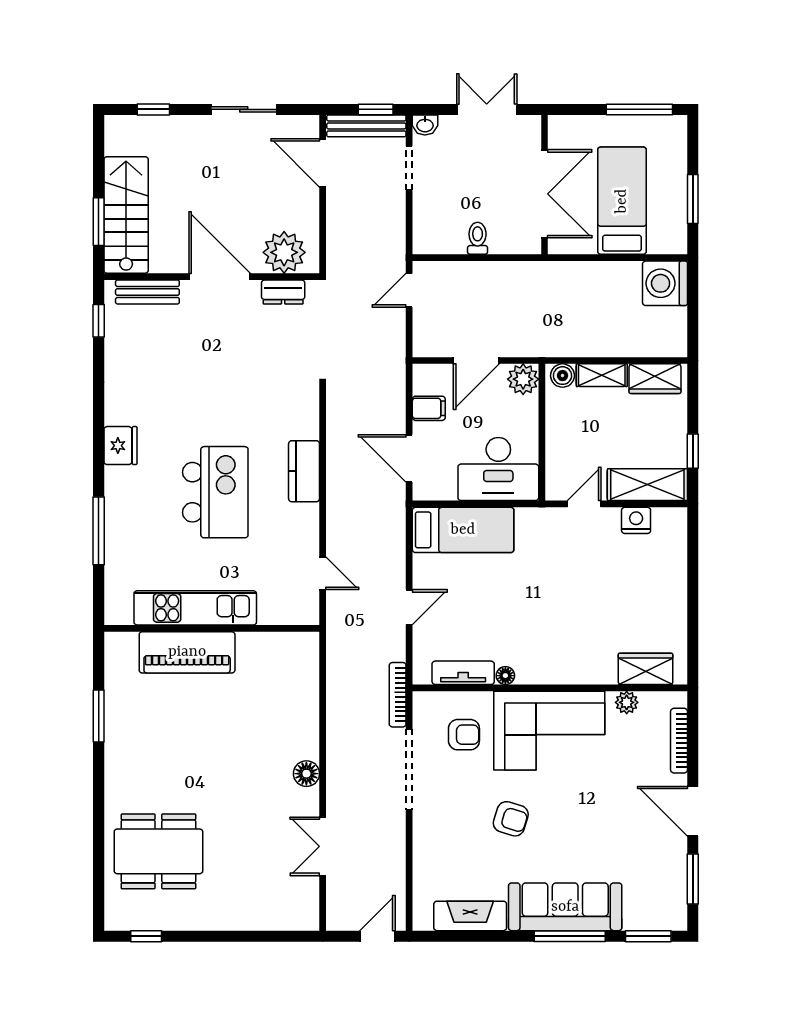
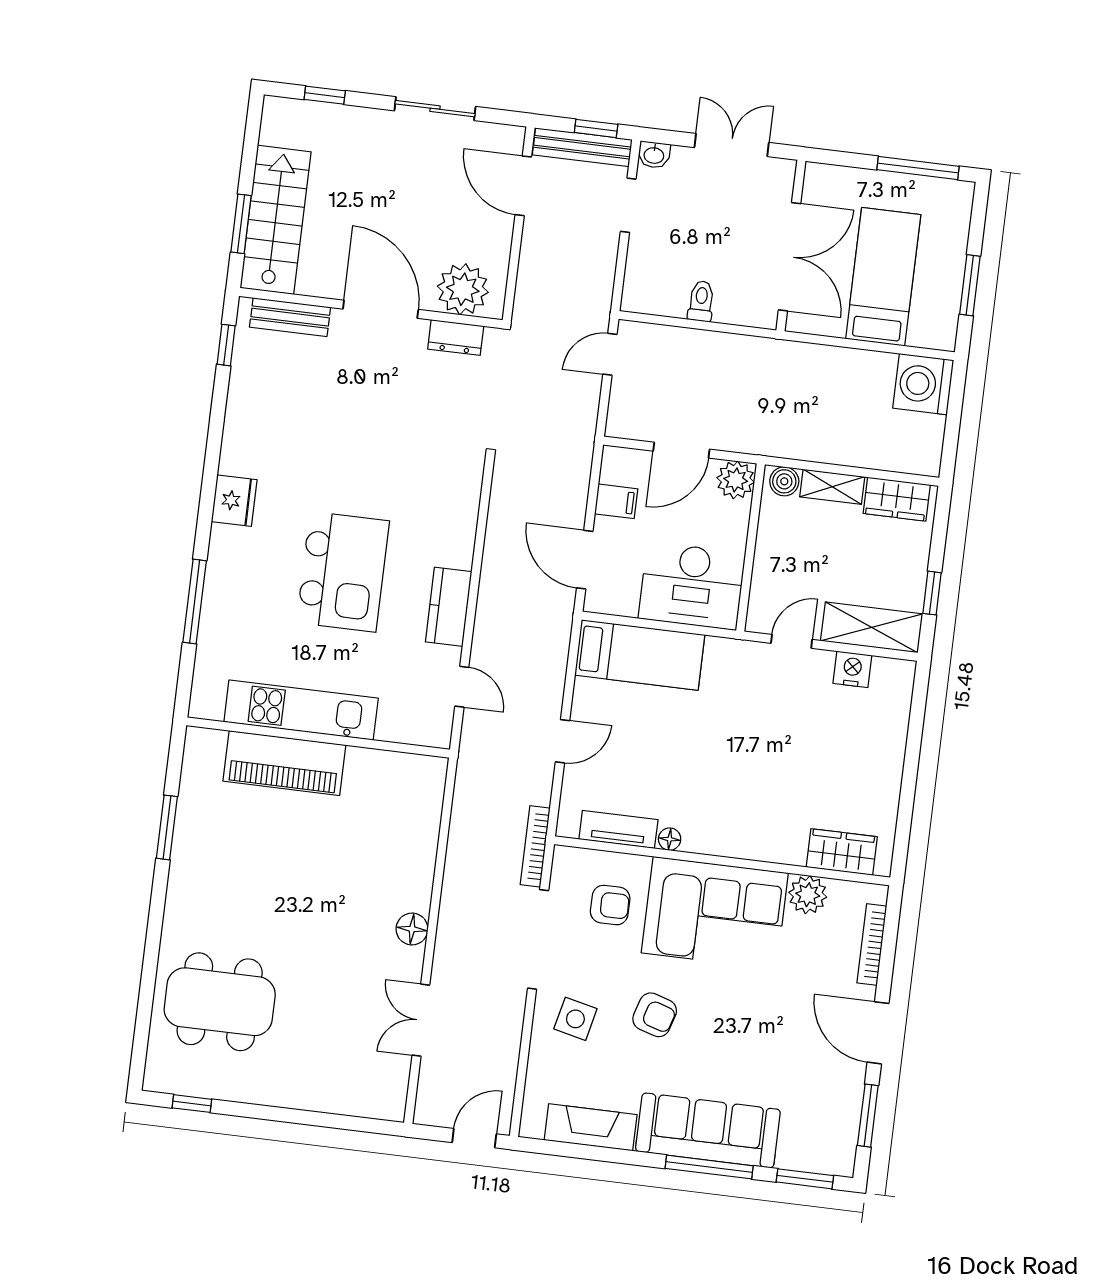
kitchen counter: (304, 471) -> (449, 607), moved
plant: (627, 702) -> (808, 895), width x1.38, depth x1.38
side table: (447, 830) -> (575, 1019), added

